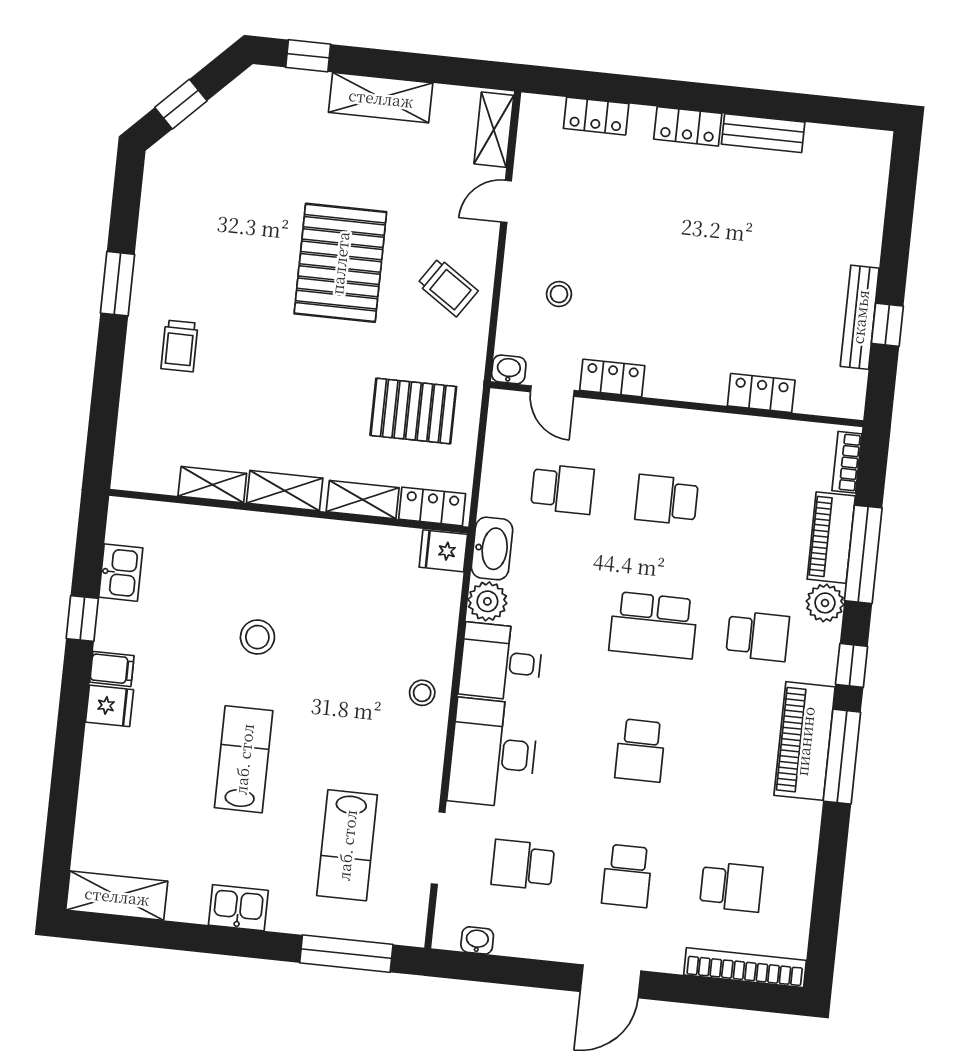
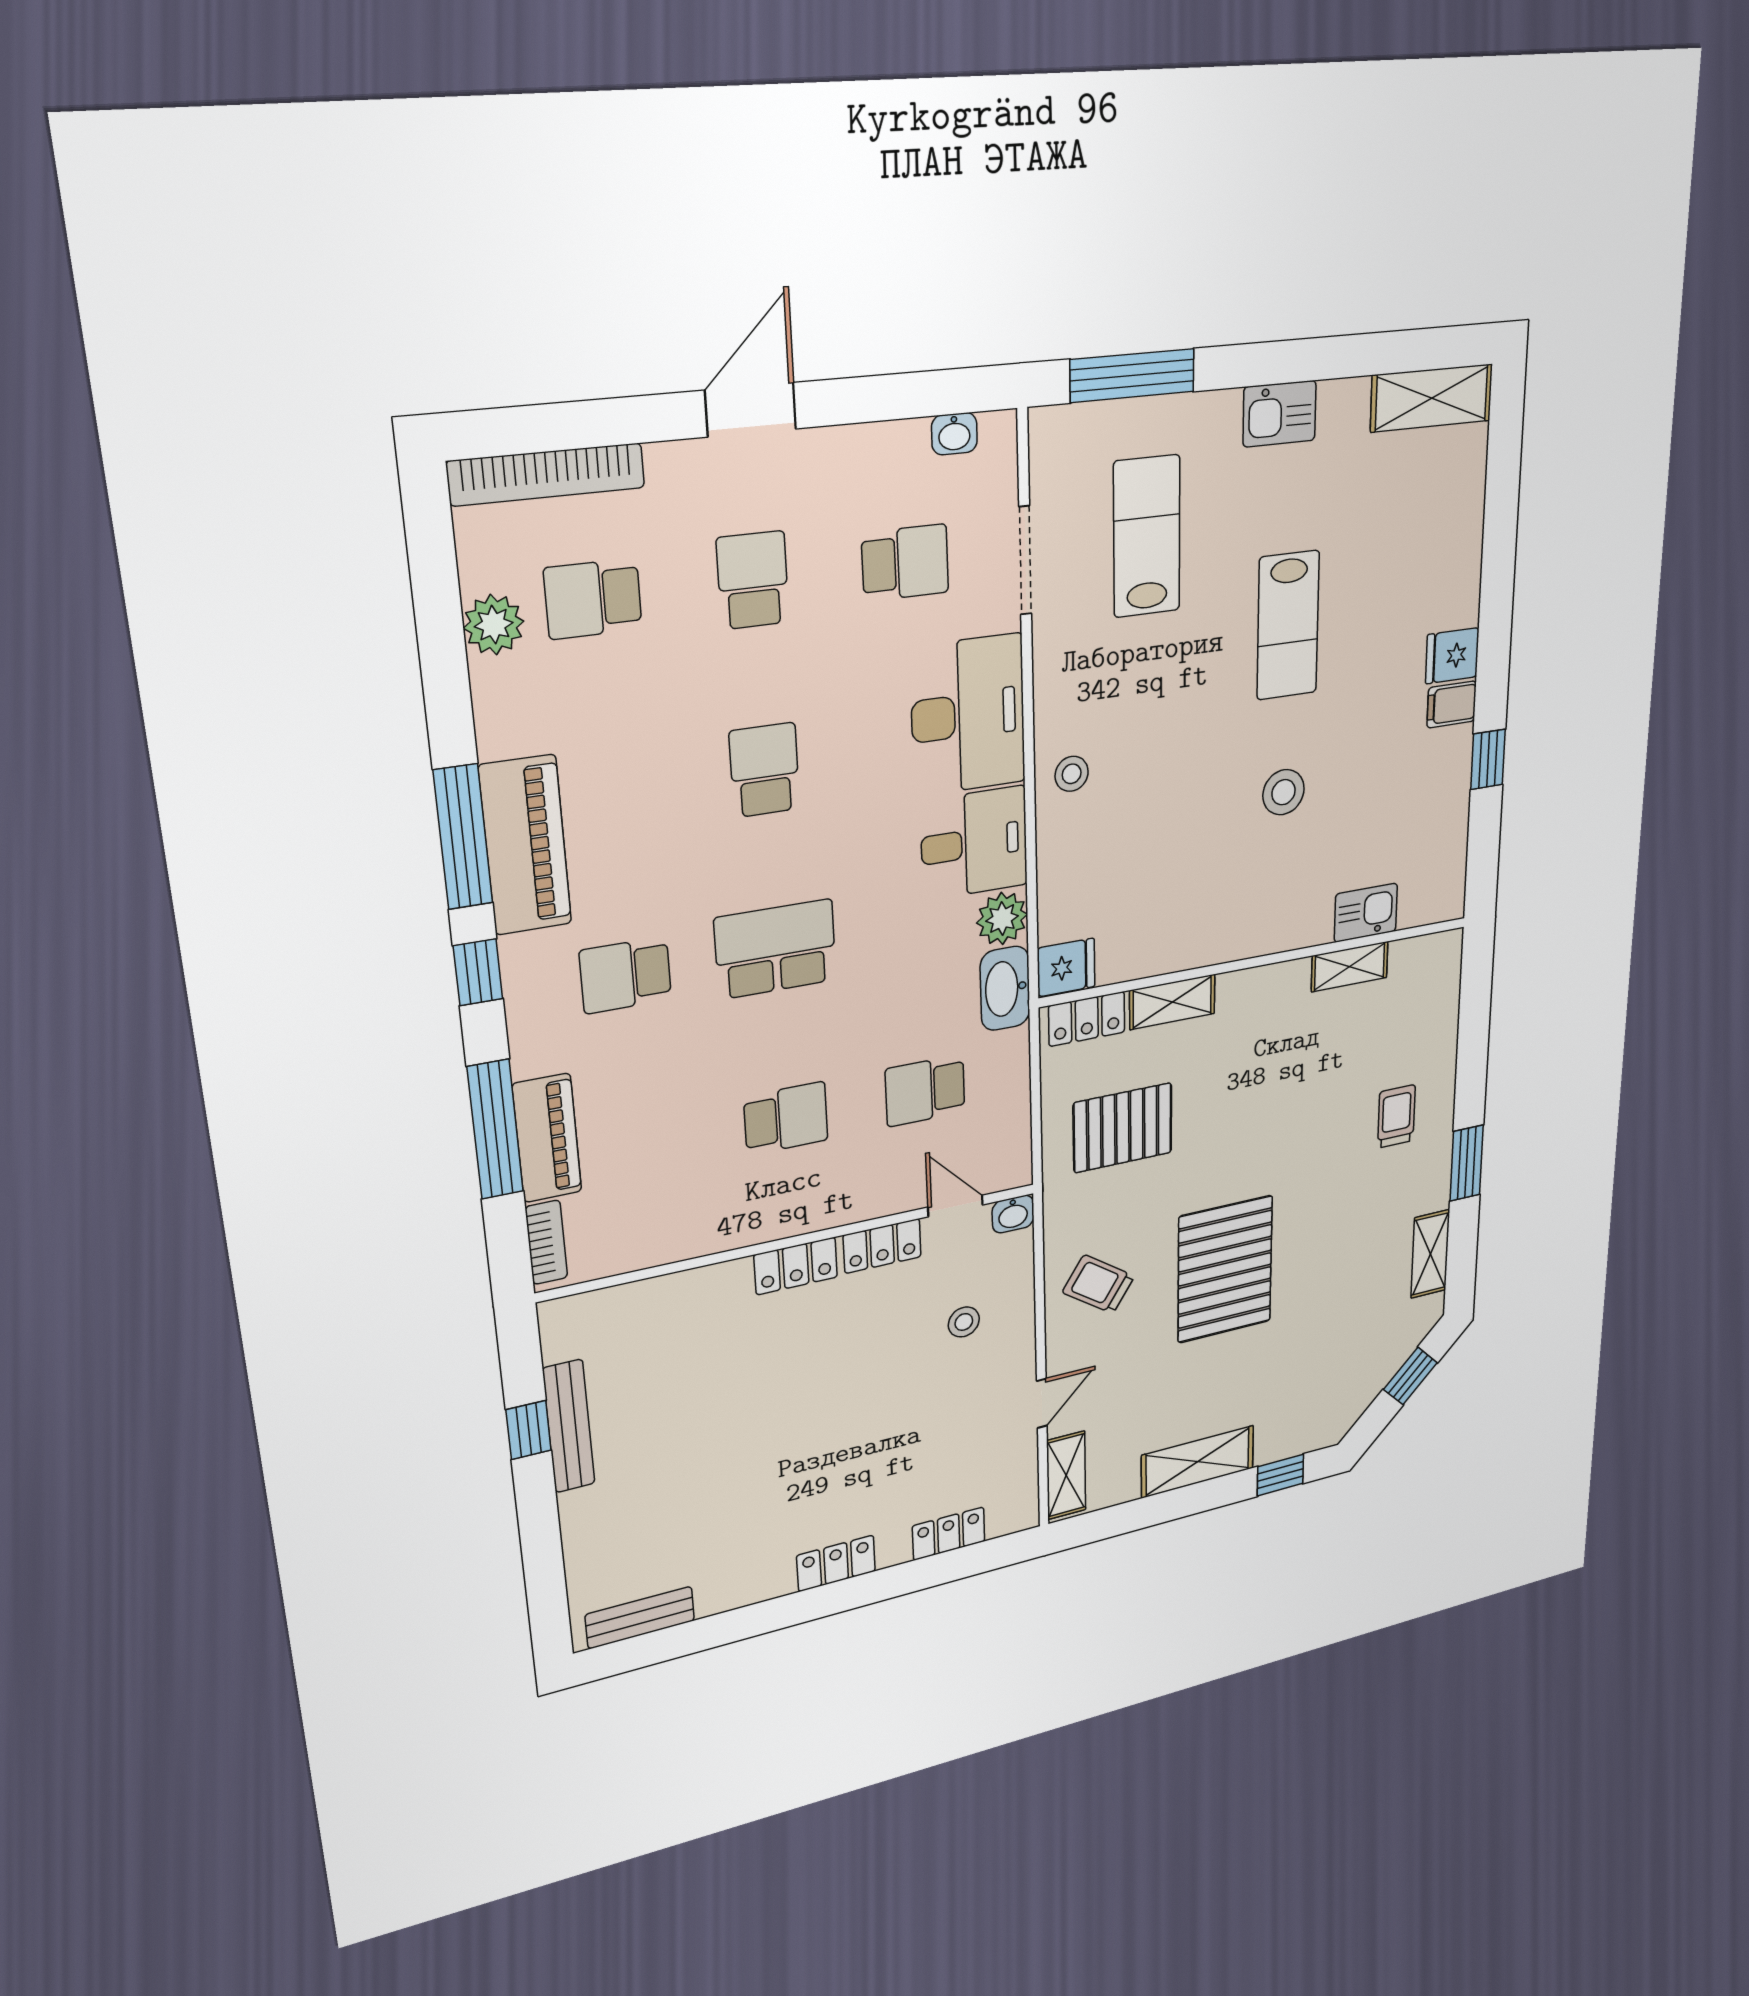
bench: (763, 133) -> (640, 1618), moved
locker: (761, 393) -> (796, 1266), moved
shelving: (285, 491) -> (1430, 1254), moved, turned 90
kitchen sink: (121, 573) -> (1366, 913), moved, turned 90
plant: (825, 603) -> (494, 625), moved

